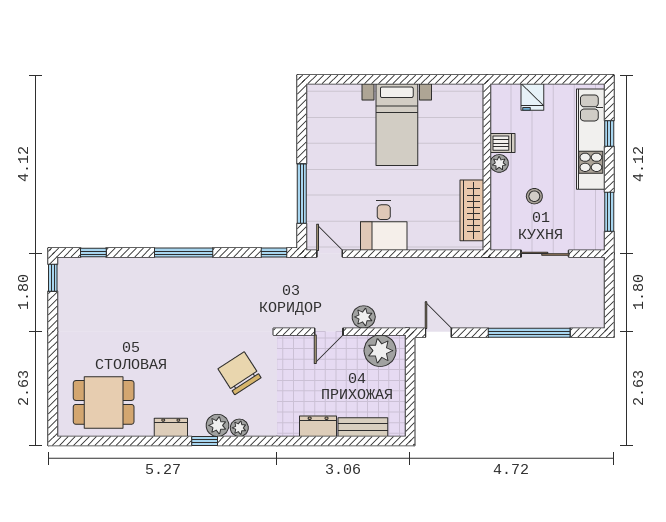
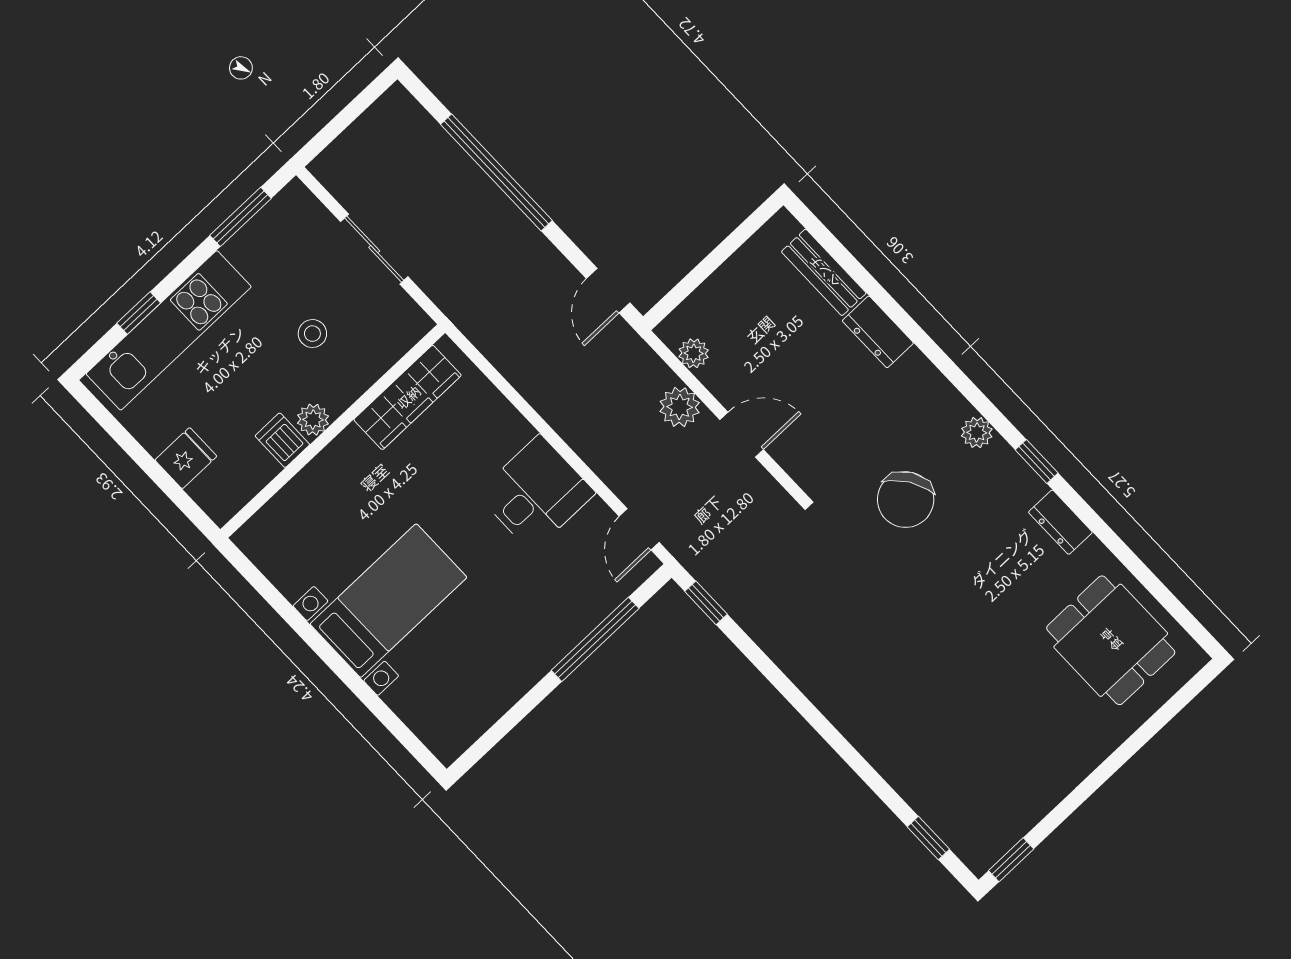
window: (184, 253) -> (817, 721), removed
plant: (380, 351) -> (694, 353), width x0.53, depth x0.53
plant: (217, 425) -> (1000, 464), removed

